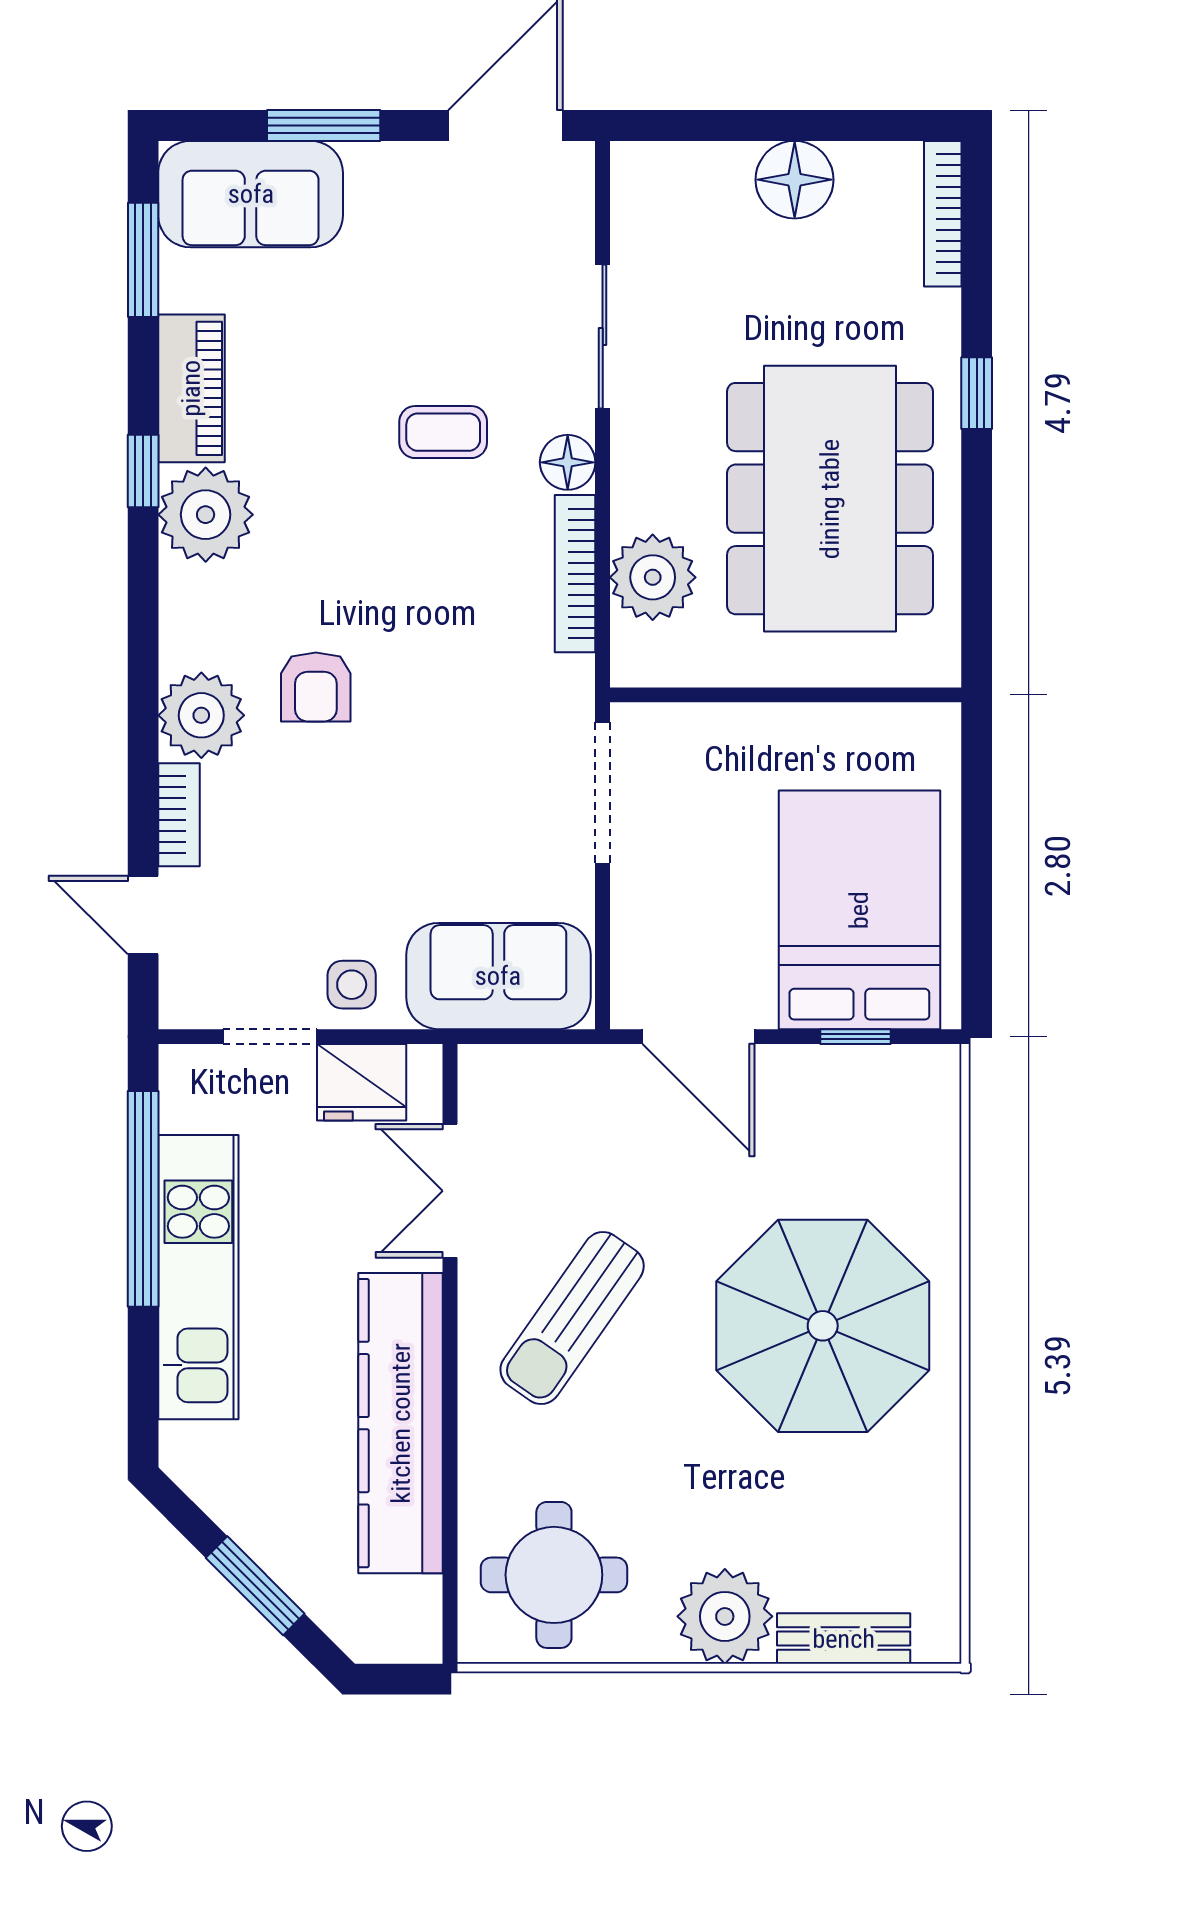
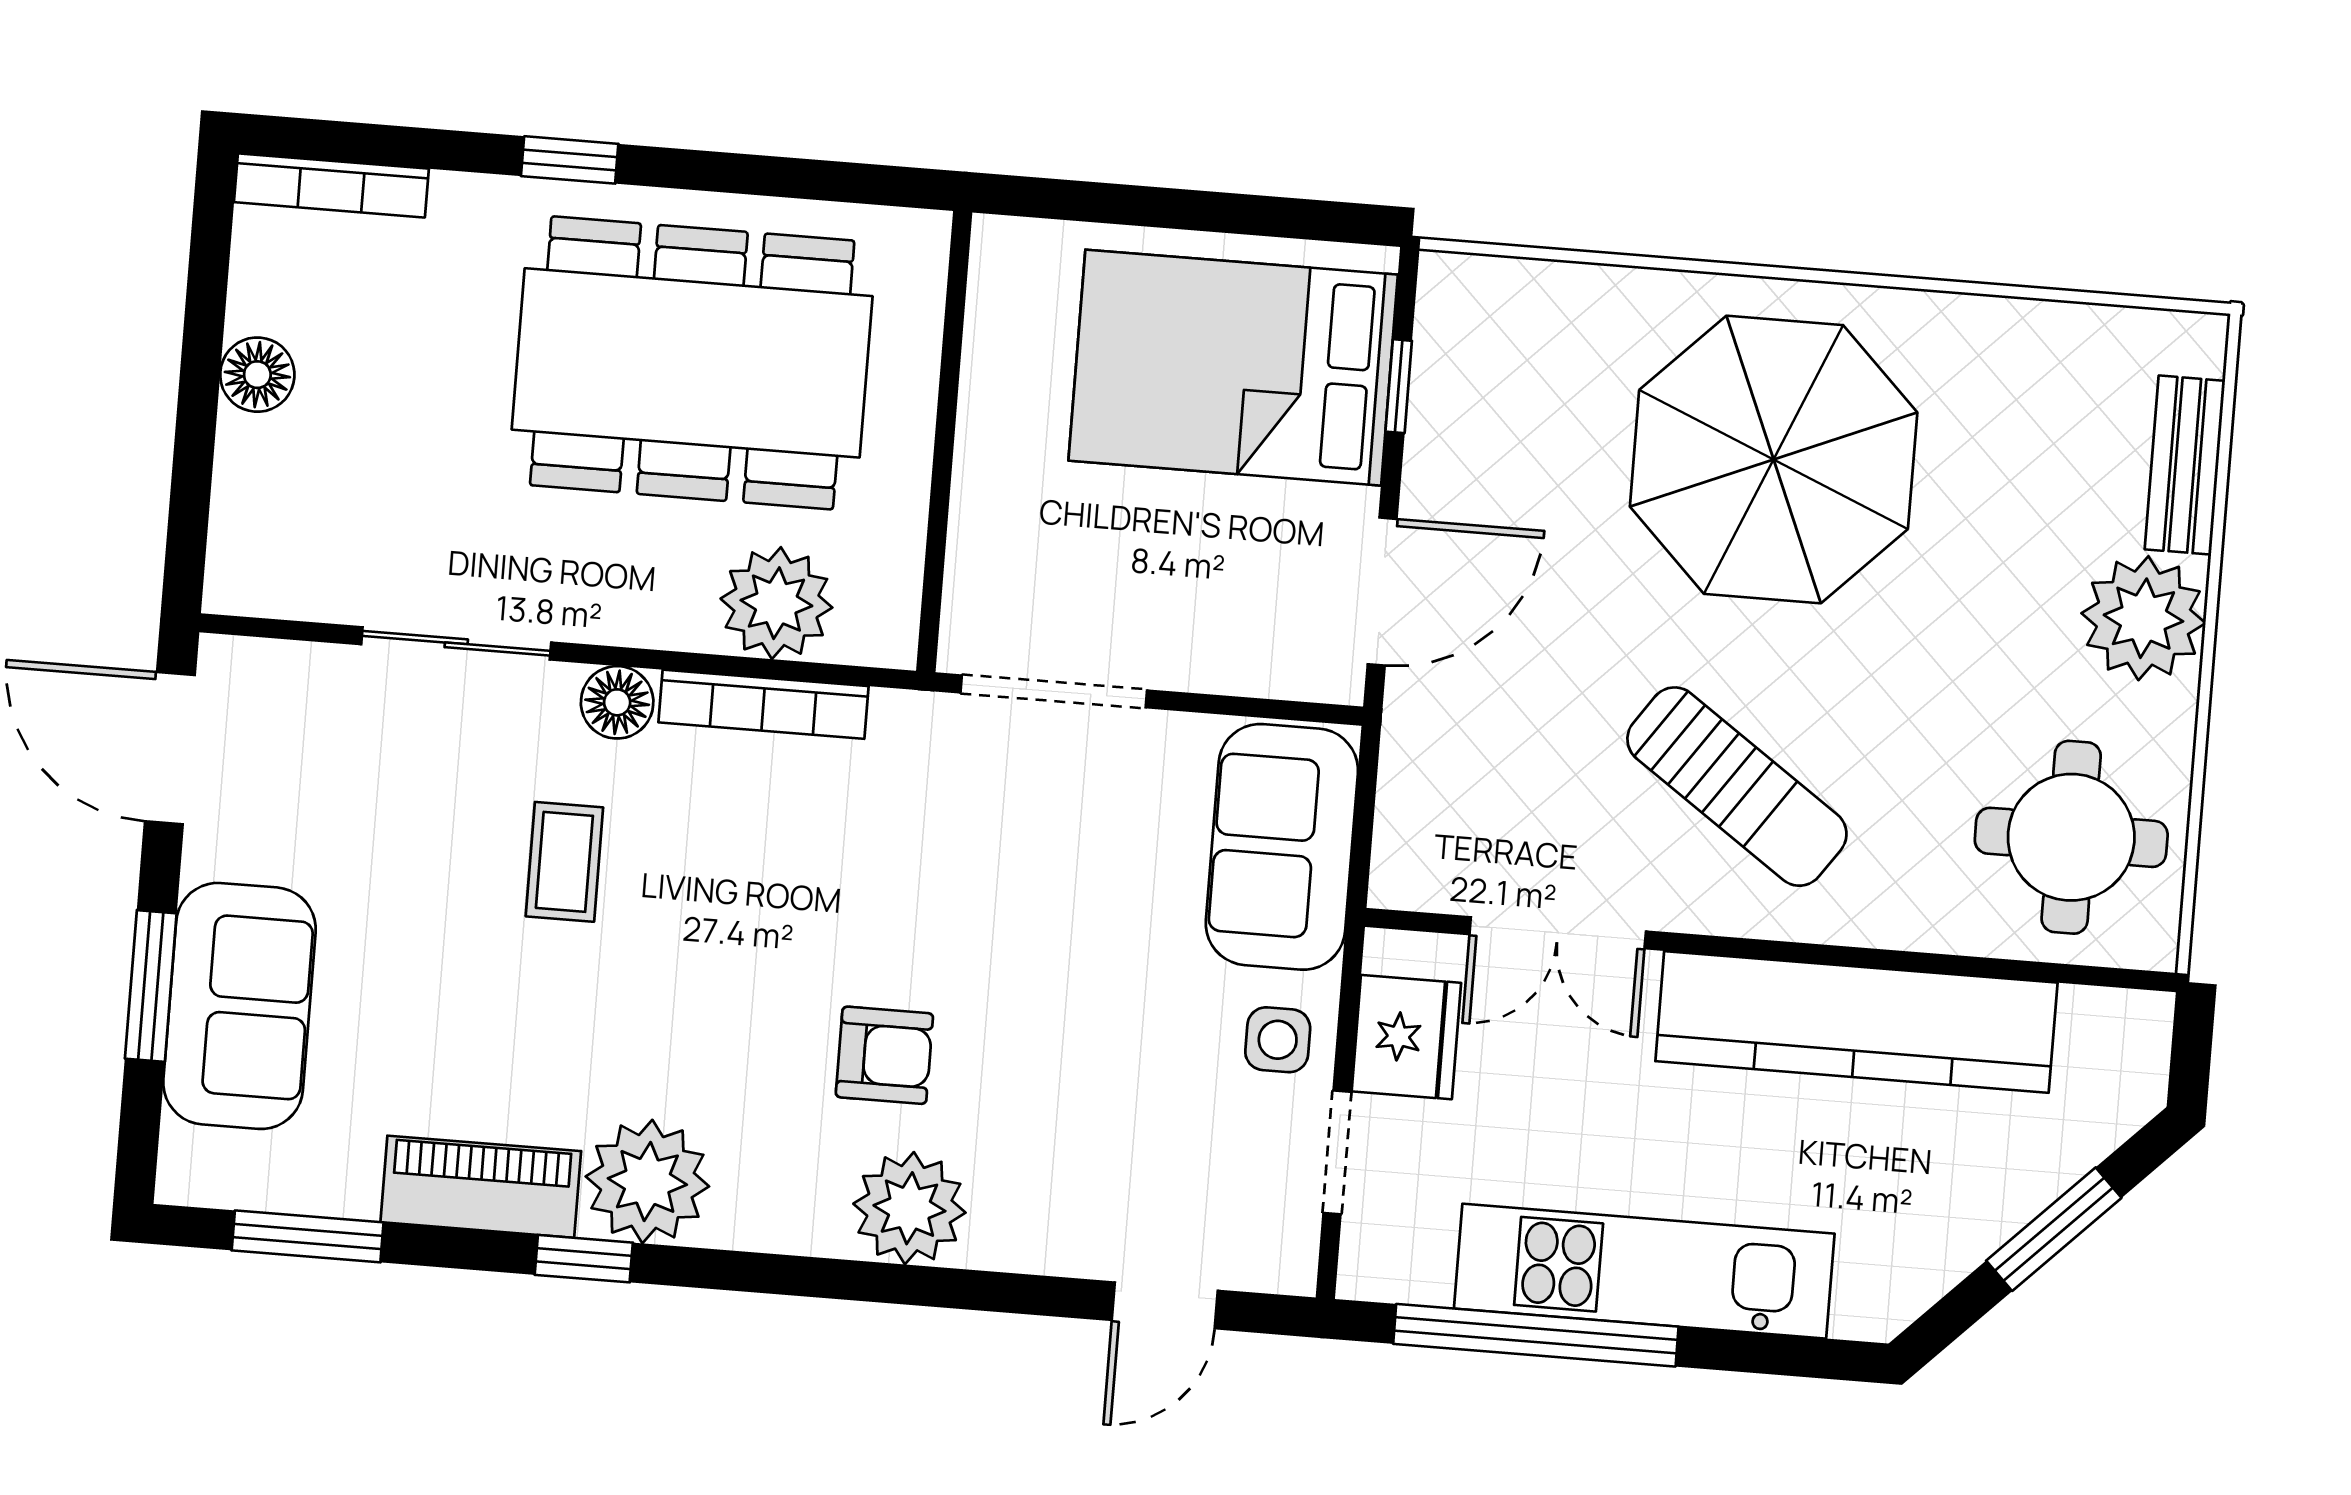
floor lamp: (795, 180) -> (257, 375), width x0.73, depth x0.73
sofa: (251, 194) -> (240, 1006), moved
bookcase: (179, 815) -> (1037, 1248), removed

